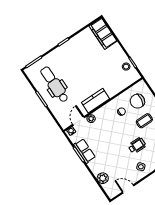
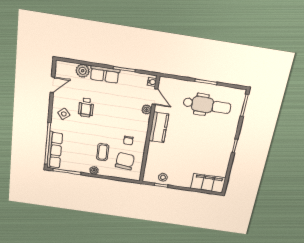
wheelchair: (137, 146) -> (86, 108), moved
row of seats: (85, 151) -> (105, 74), moved

